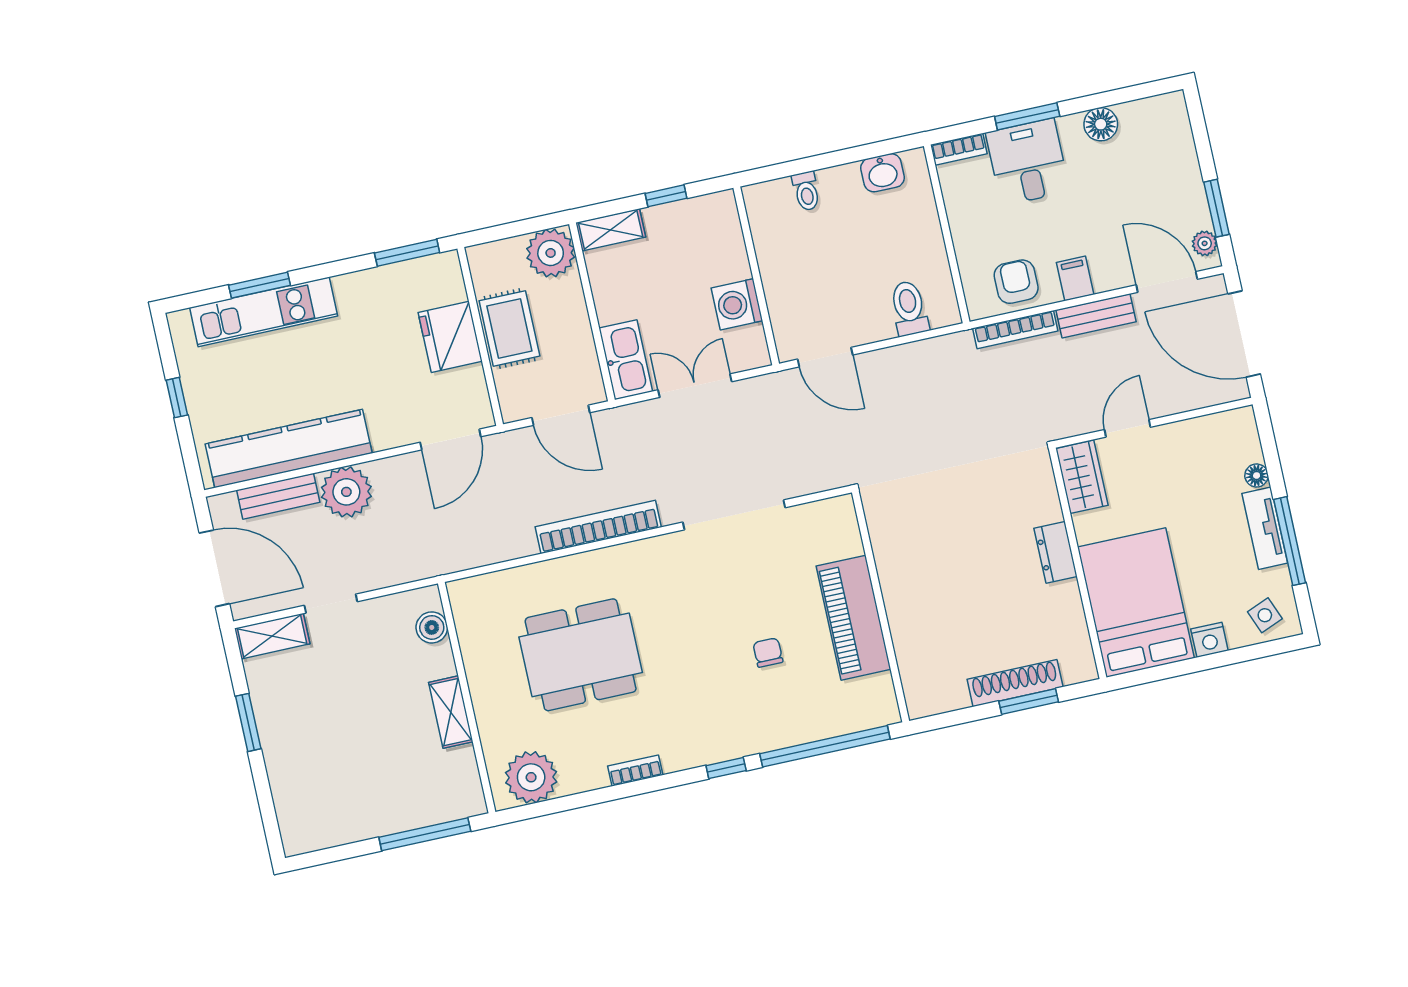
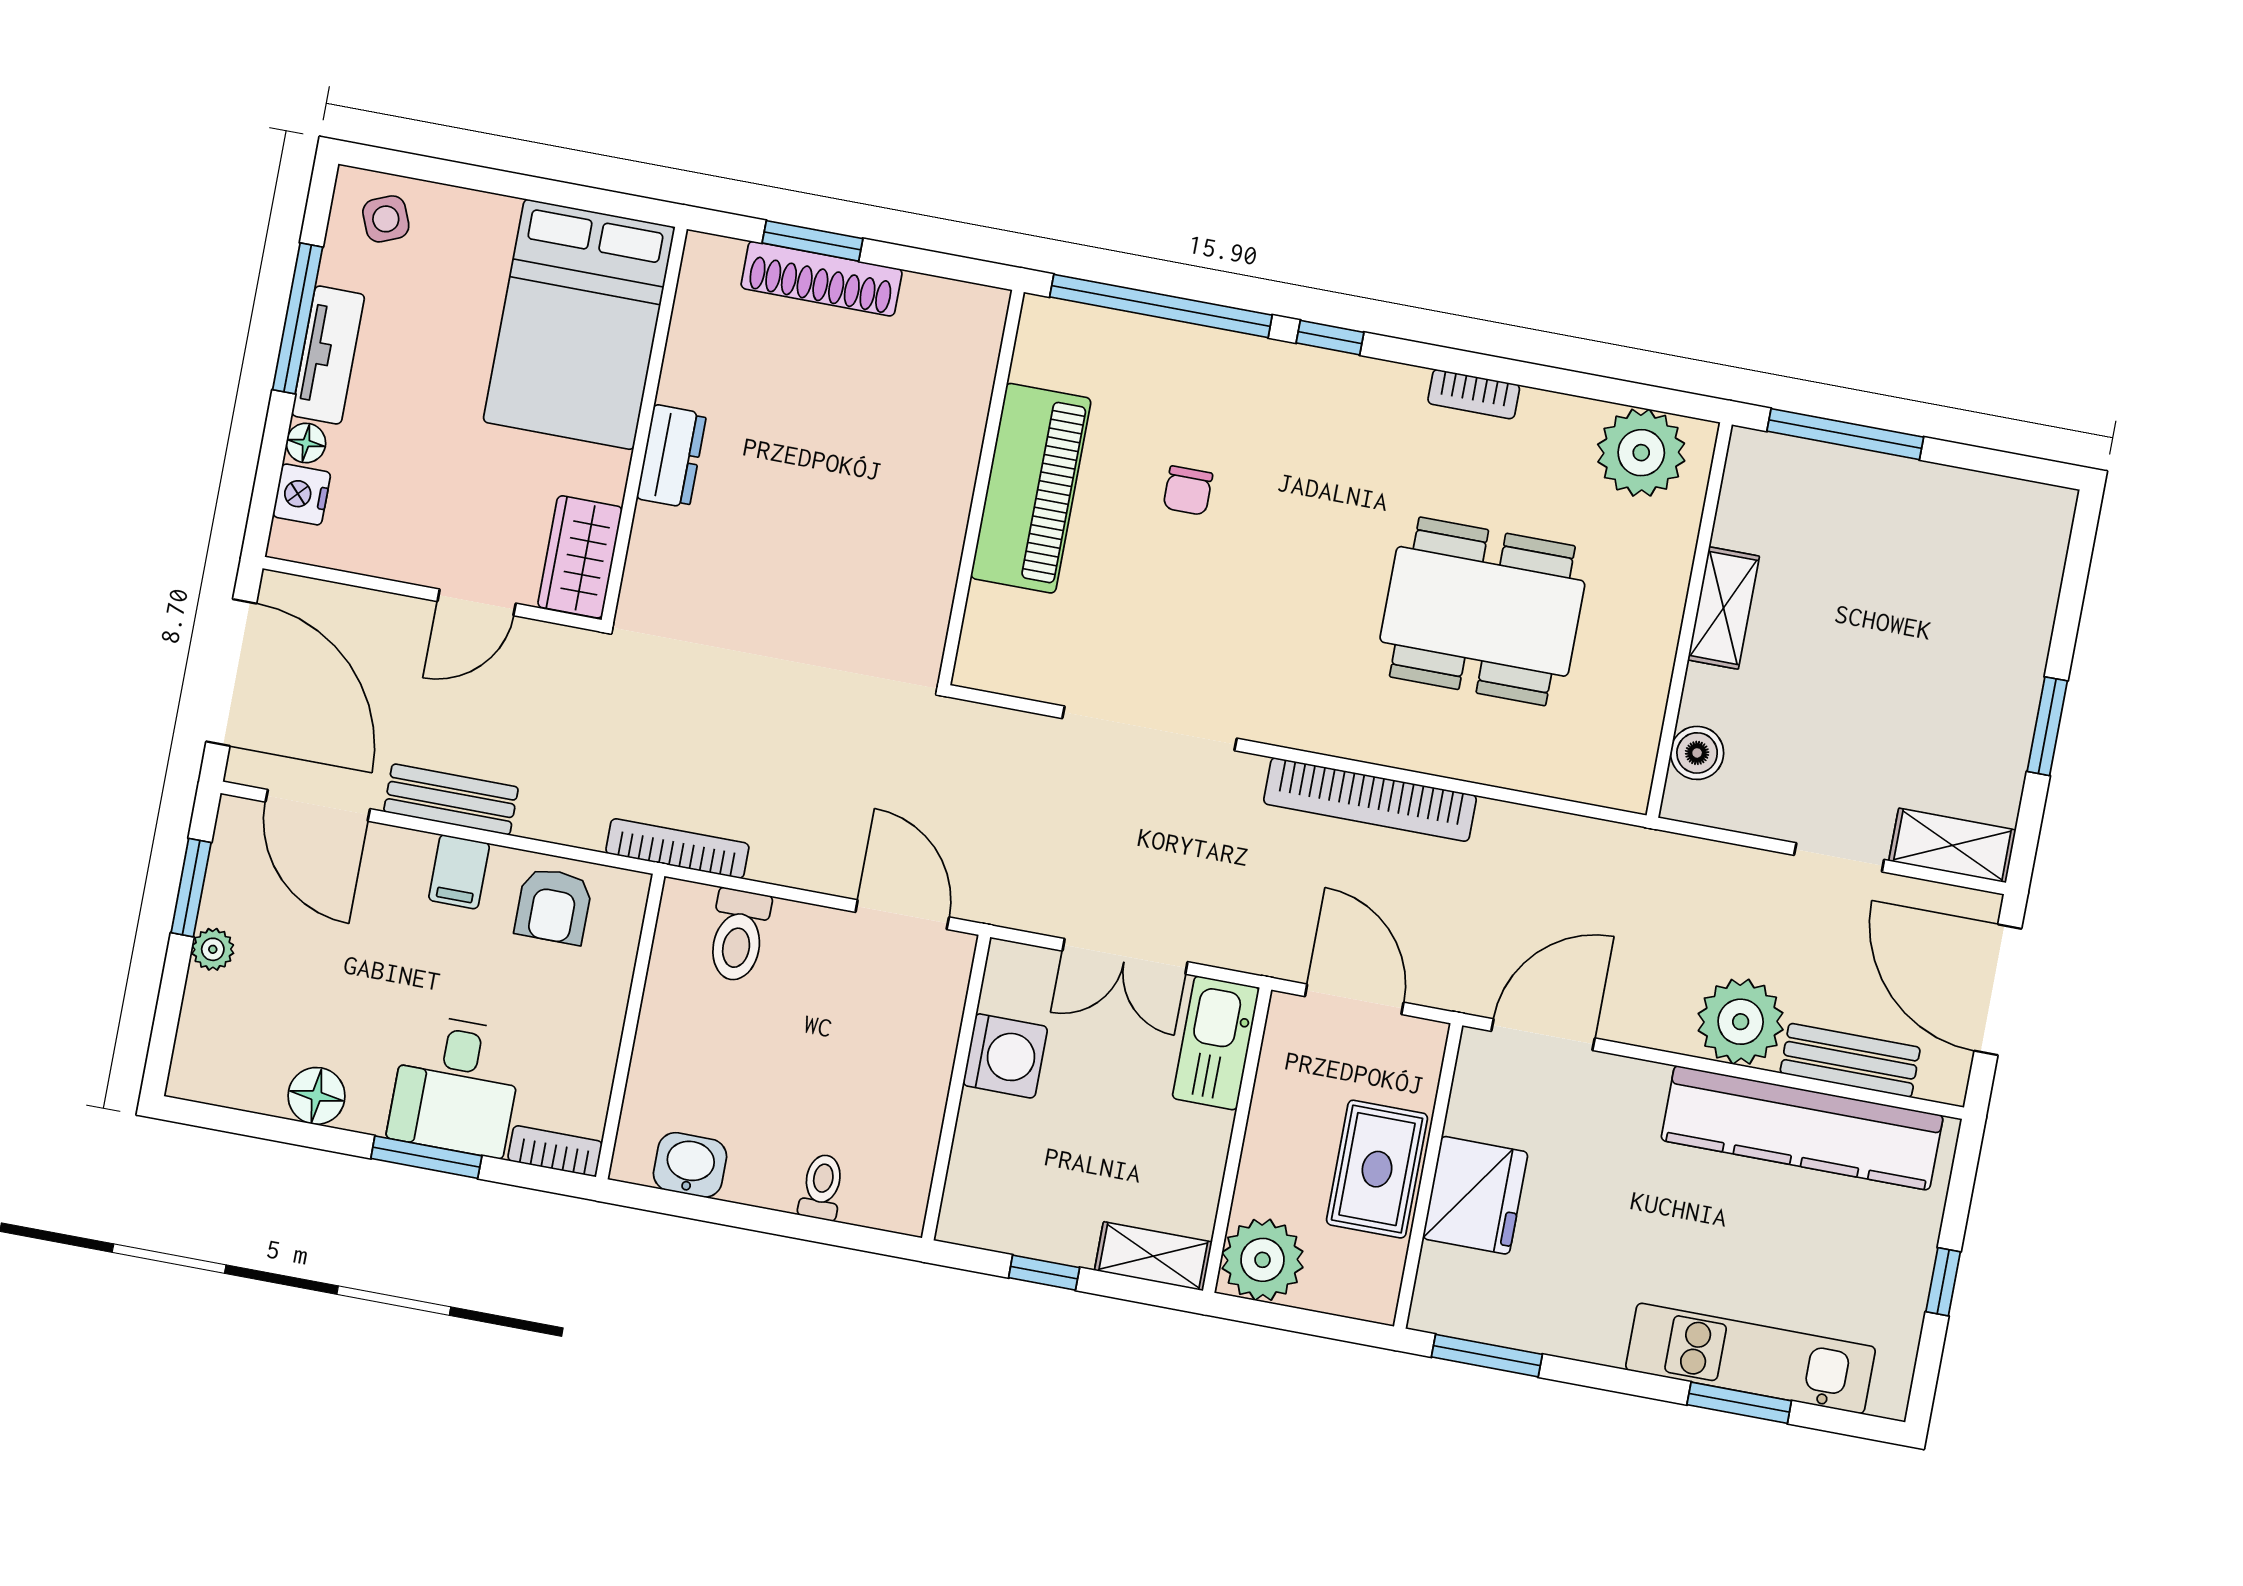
plant: (1205, 243) -> (213, 949), moved
bookcase: (1015, 330) -> (677, 848), moved
nightstand: (1209, 640) -> (302, 494), moved, turned -90

